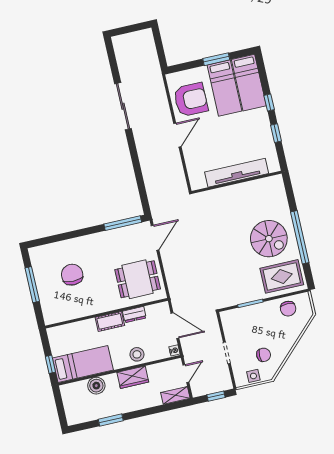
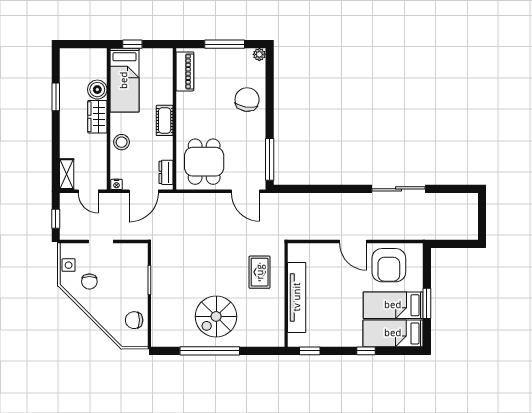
window: (276, 133) -> (310, 351), moved
plant: (34, 253) -> (259, 54), added
chair: (72, 275) -> (247, 100), moved, turned -81
rug: (282, 276) -> (260, 272), moved, width x0.73, depth x0.70
piano: (64, 314) -> (185, 71), added
dresser: (134, 315) -> (166, 172), moved
wardrobe: (133, 377) -> (97, 117), moved

